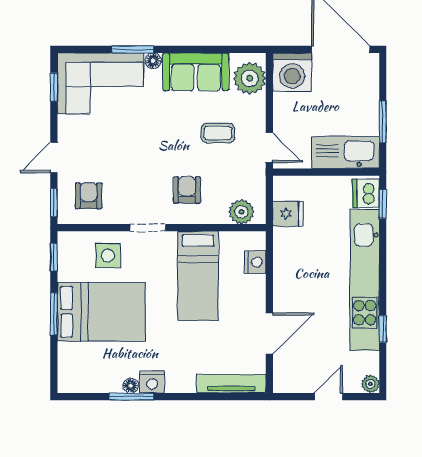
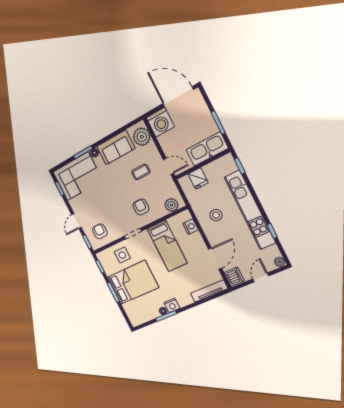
dishwasher: (366, 193) -> (234, 277), moved, turned 180
fridge: (288, 214) -> (198, 178), moved, turned 90
stool: (307, 263) -> (216, 215), added

